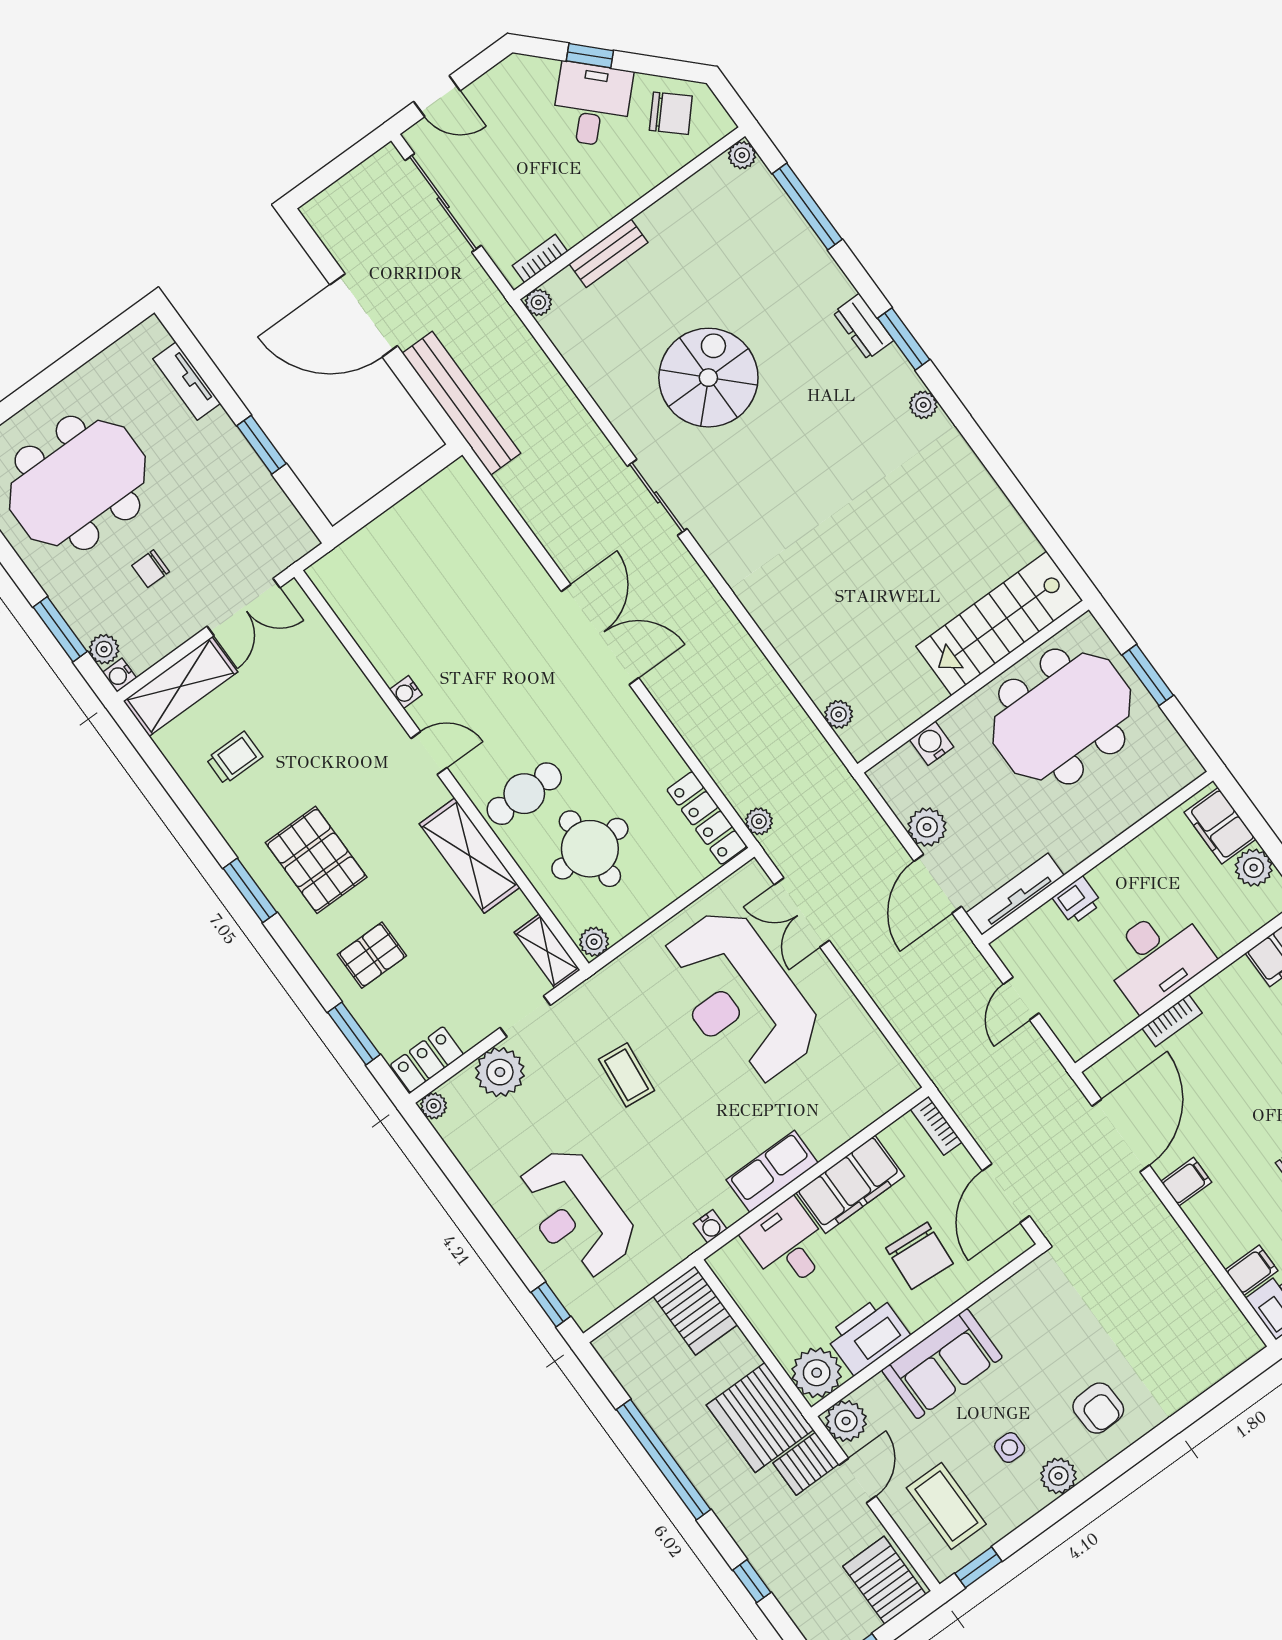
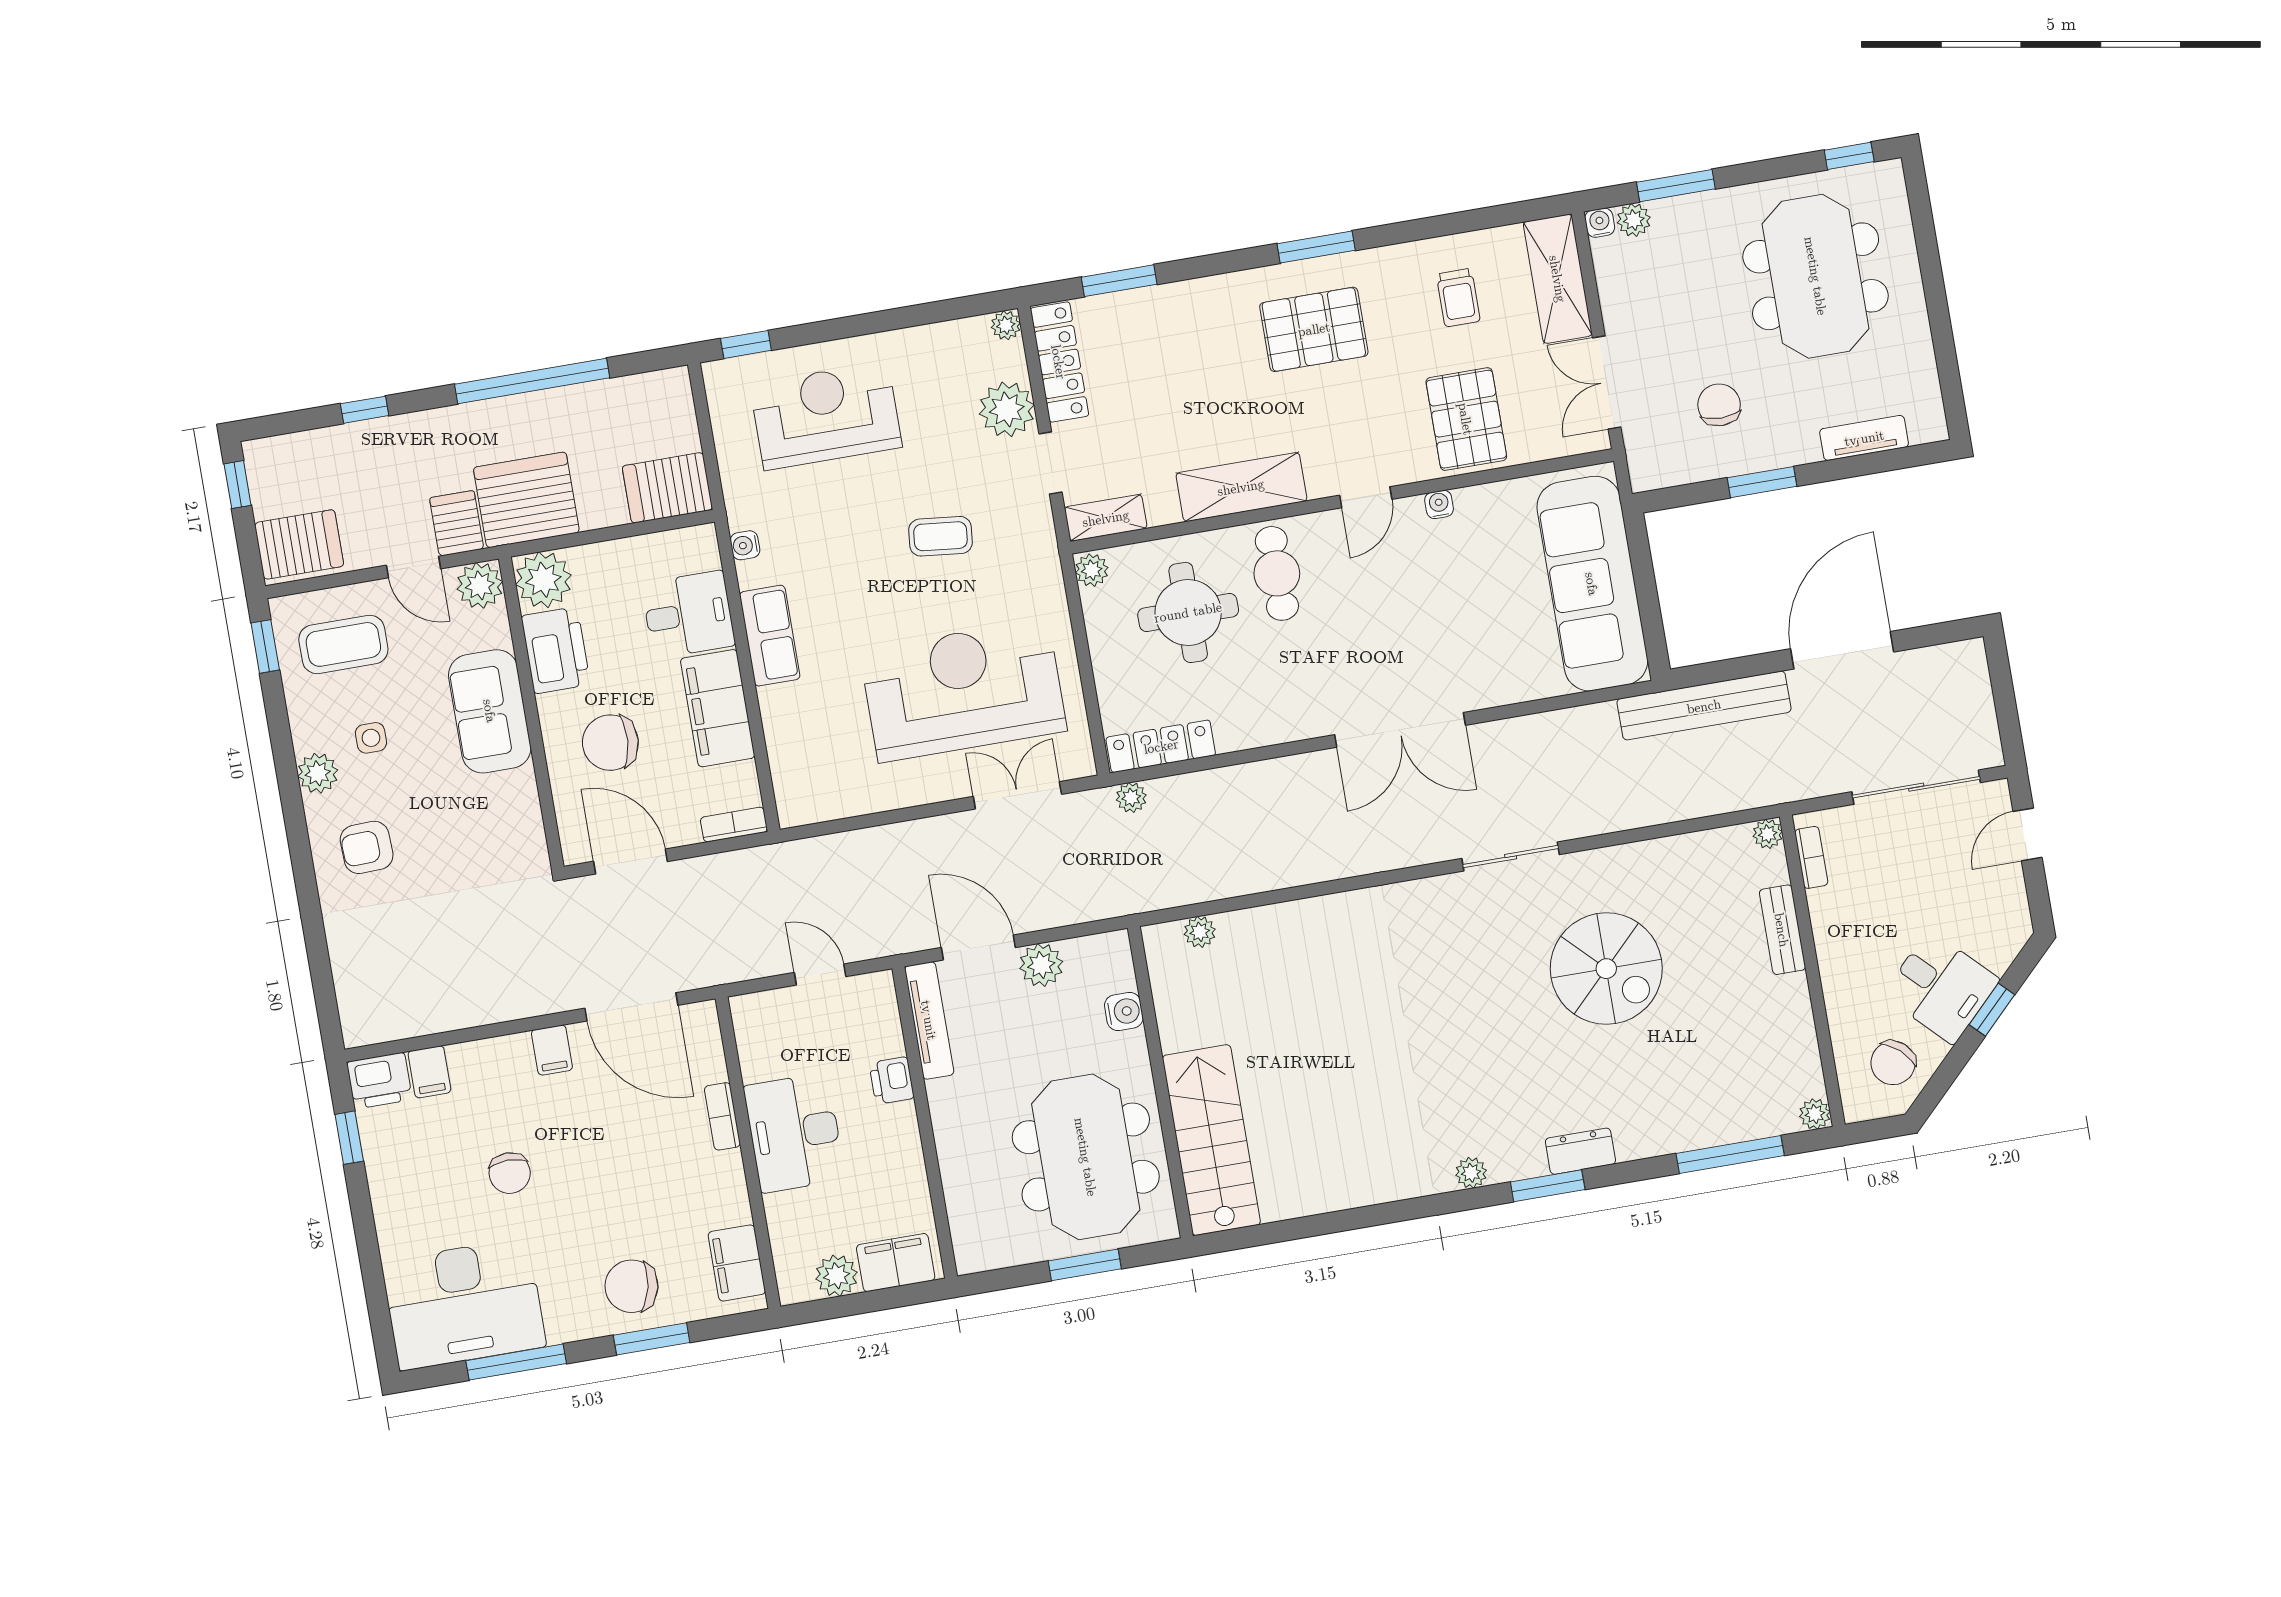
sofa: (409, 539) -> (1592, 584), added
chair: (151, 569) -> (1719, 405), moved, width x1.37, depth x1.37
pallet: (372, 955) -> (1466, 419), moved, width x1.50, depth x1.42
locker: (427, 1060) -> (1059, 362), width x1.53

